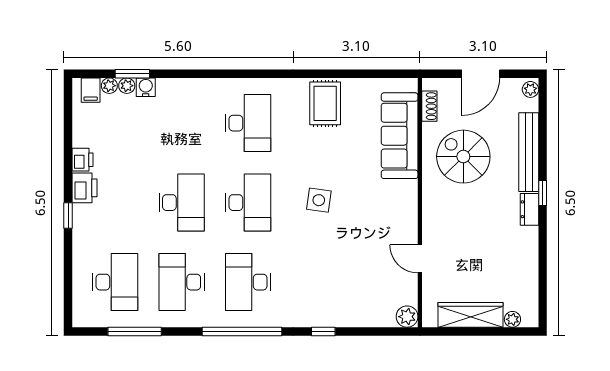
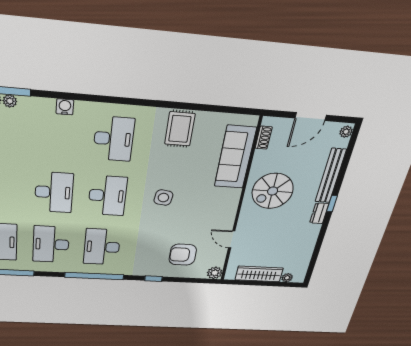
water cooler: (146, 87) -> (65, 107), moved
spiral stairs: (463, 157) -> (273, 191), moved, turned -90
armchair: (358, 288) -> (183, 255), added

